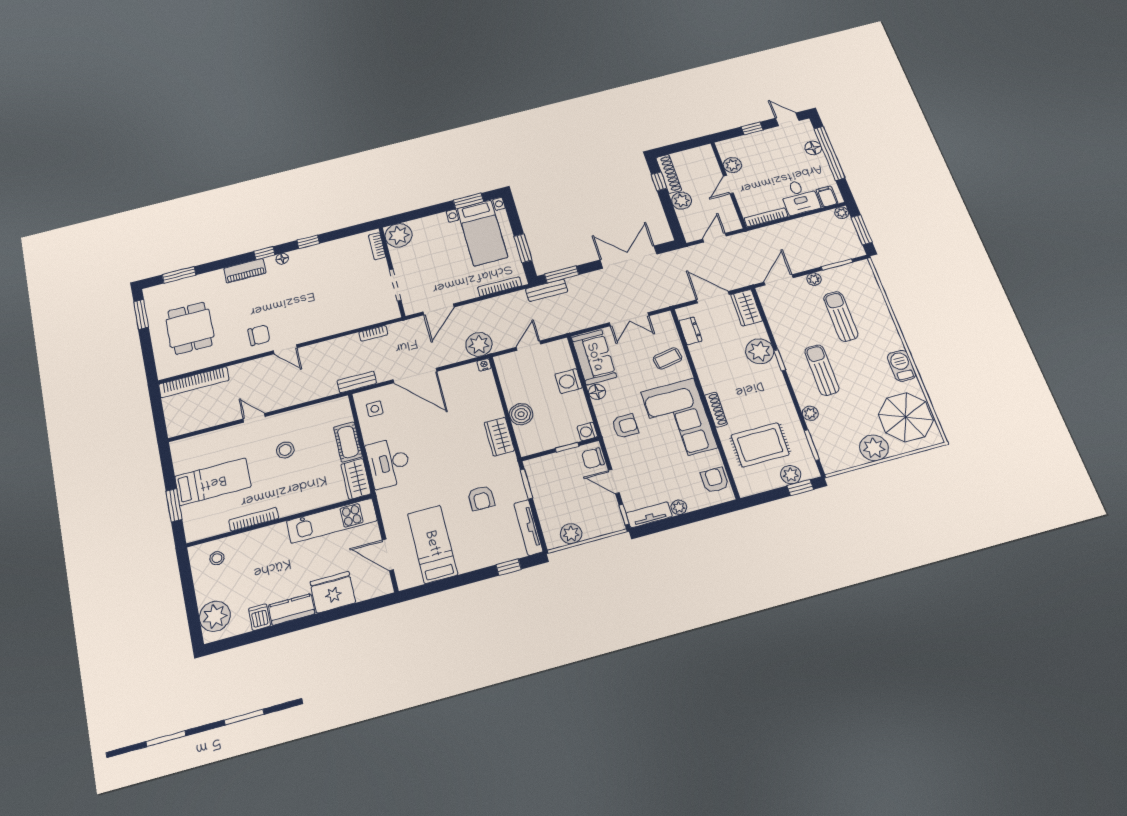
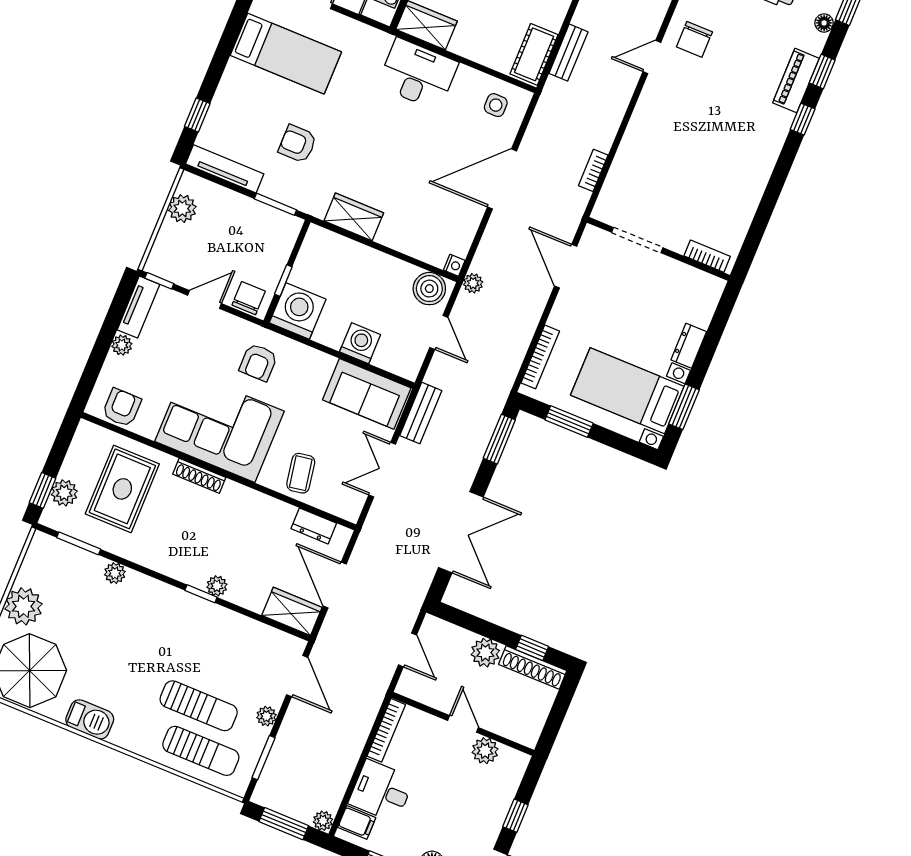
dresser: (433, 221) -> (689, 346), added
plant: (399, 235) -> (702, 291), removed
window: (308, 242) -> (822, 72), moved
floor lamp: (282, 259) -> (824, 23), moved
bench: (547, 290) -> (421, 413), moved
door: (713, 297) -> (335, 585), swing flipped
plant: (479, 344) -> (473, 283), width x0.53, depth x0.53
plant: (760, 351) -> (217, 586), width x0.53, depth x0.53
sun lounger: (822, 370) -> (201, 751), moved
bench: (357, 382) -> (568, 53), moved
floor lamp: (597, 392) -> (322, 364), removed
boiler: (521, 414) -> (429, 289), moved
washing machine: (587, 432) -> (298, 311), width x1.89, depth x1.89
cot: (348, 442) -> (534, 54), moved, turned 90
armchair: (715, 480) -> (122, 408), turned -90

